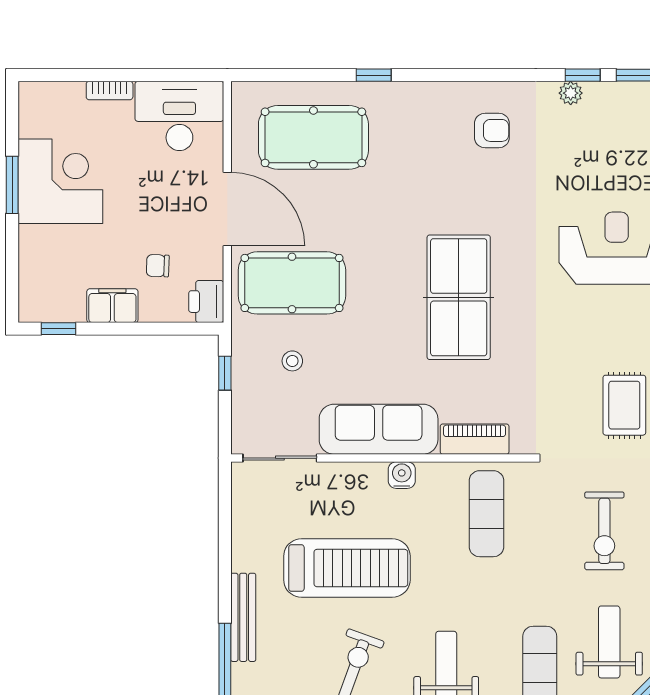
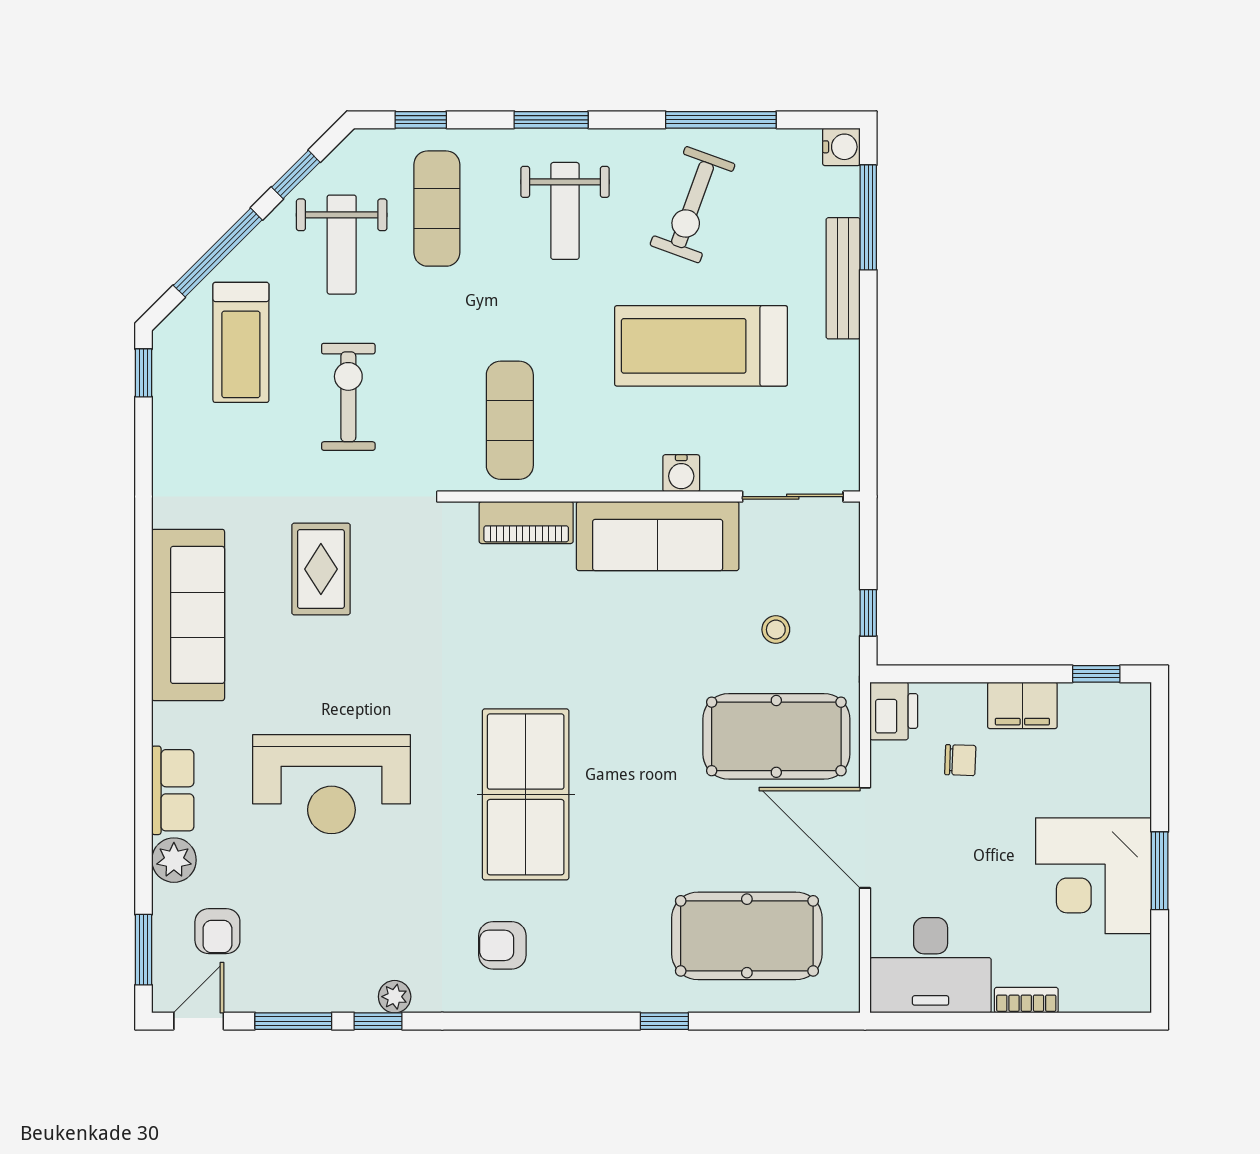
table tennis table: (459, 297) -> (526, 794), moved
water cooler: (402, 475) -> (681, 473), moved

